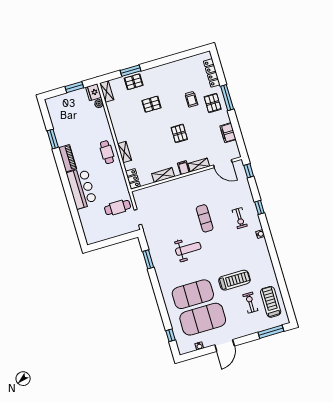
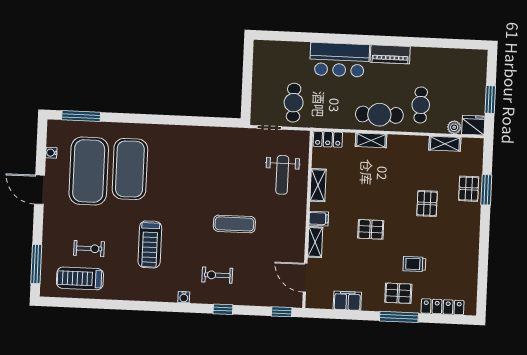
shelving: (107, 91) -> (445, 144), moved
cafe table: (92, 129) -> (421, 105), added
window: (53, 139) -> (426, 42), removed
cafe table: (107, 152) -> (379, 115), width x1.37, depth x1.35
door: (223, 164) -> (305, 278), hinge flipped
weight bench: (188, 249) -> (282, 175), moved
window: (148, 259) -> (203, 121), removed
treadmill: (234, 280) -> (150, 244), moved
treadmill: (271, 302) -> (80, 278), turned 180
window: (171, 335) -> (81, 116), width x2.17

